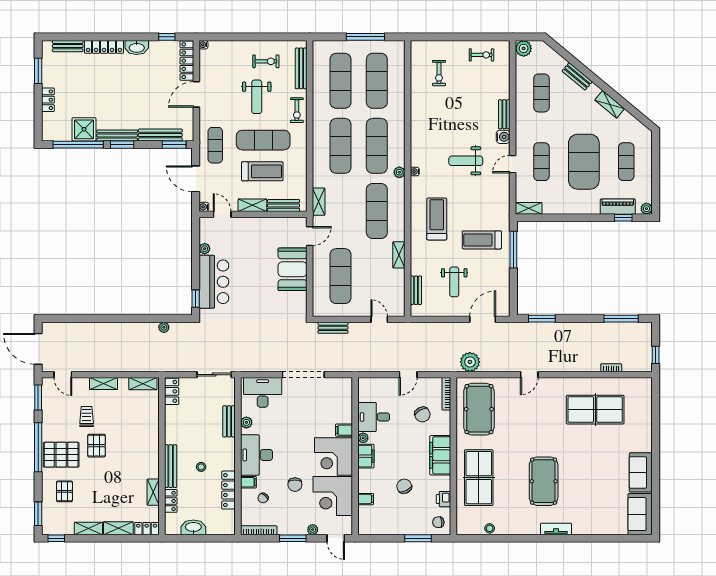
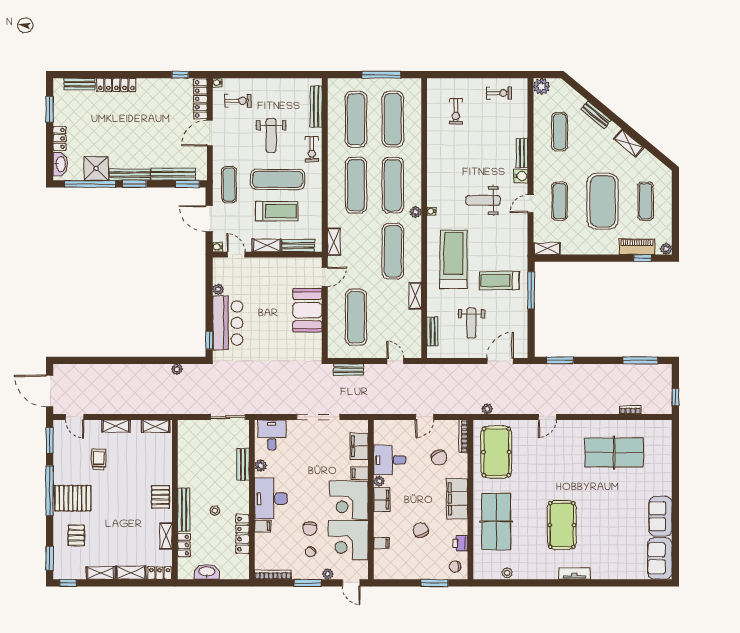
washbasin: (137, 47) -> (60, 164), moved, turned -90
exercise bike: (266, 61) -> (238, 101), moved
treadmill: (437, 219) -> (454, 259), width x1.37, depth x1.38
plant: (470, 362) -> (487, 409), width x0.53, depth x0.53
locker: (172, 391) -> (185, 434), removed
desk: (263, 392) -> (272, 435), width x0.73
filing cabinet: (344, 403) -> (359, 446), added
pallet: (97, 446) -> (160, 497), moved
chair: (263, 498) -> (311, 552), moved

